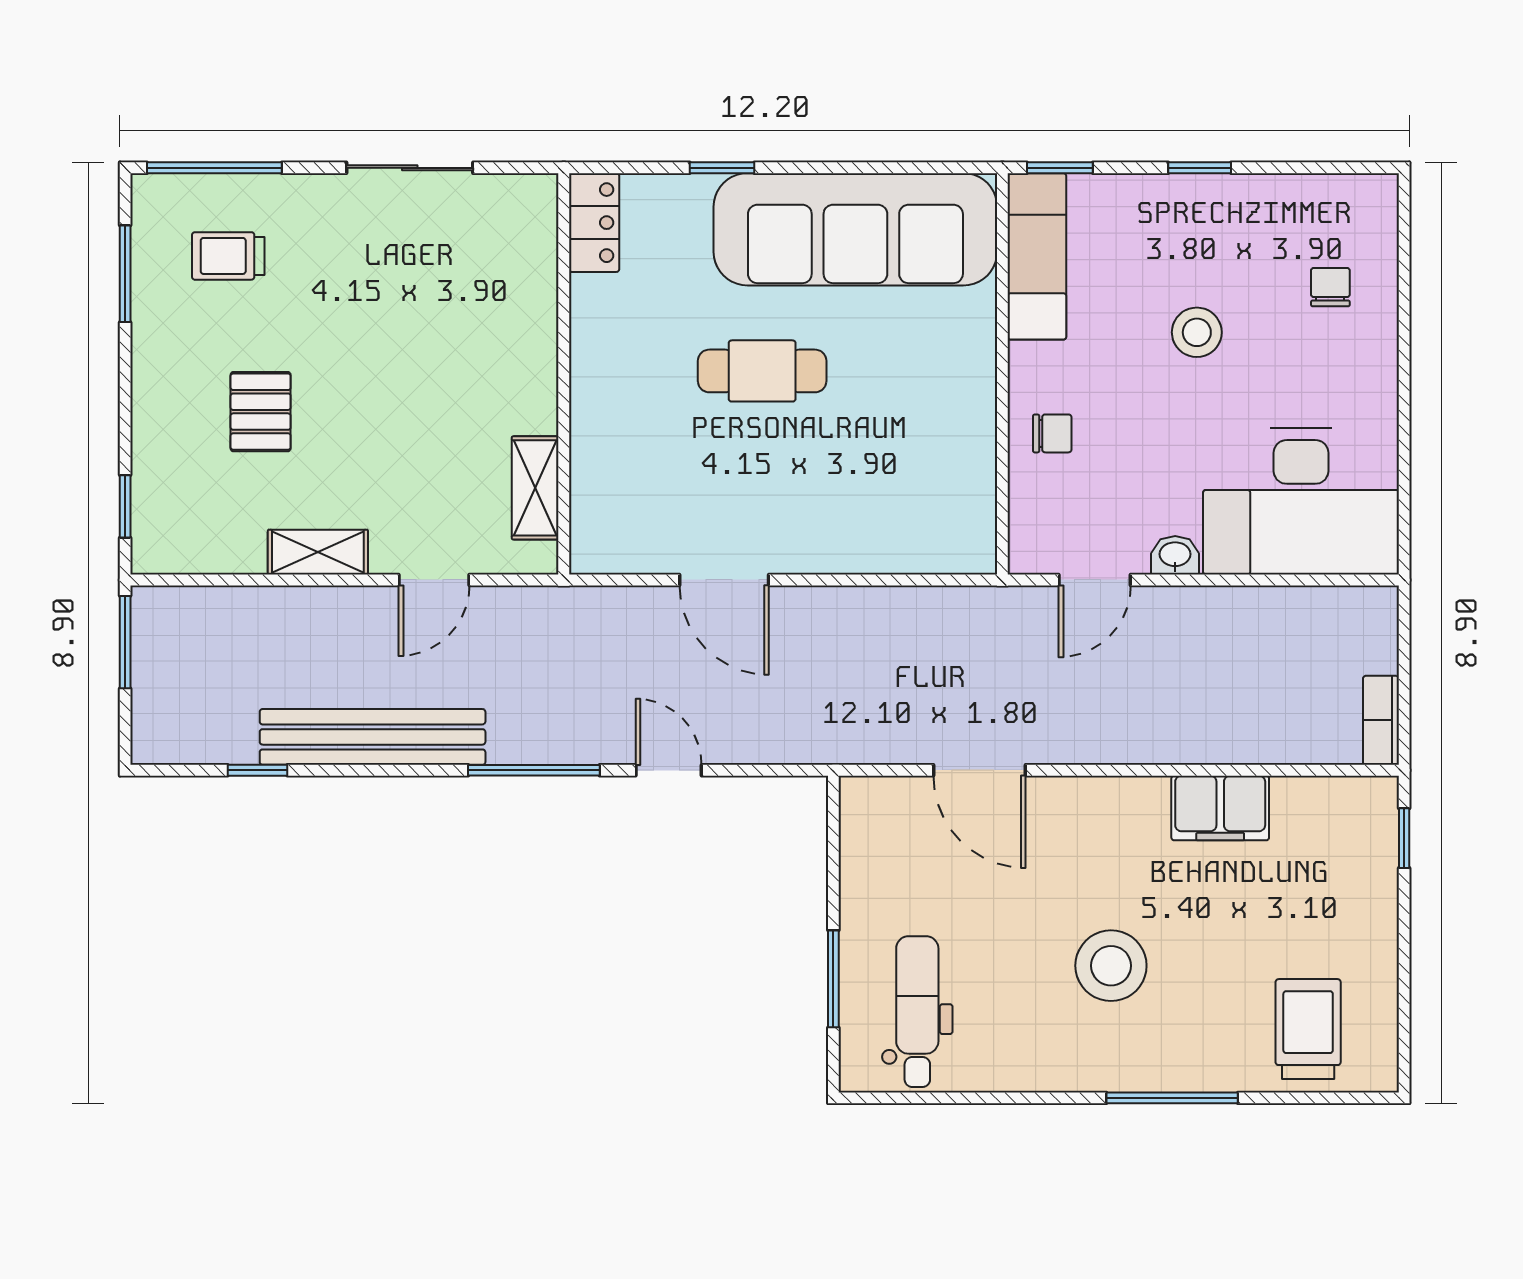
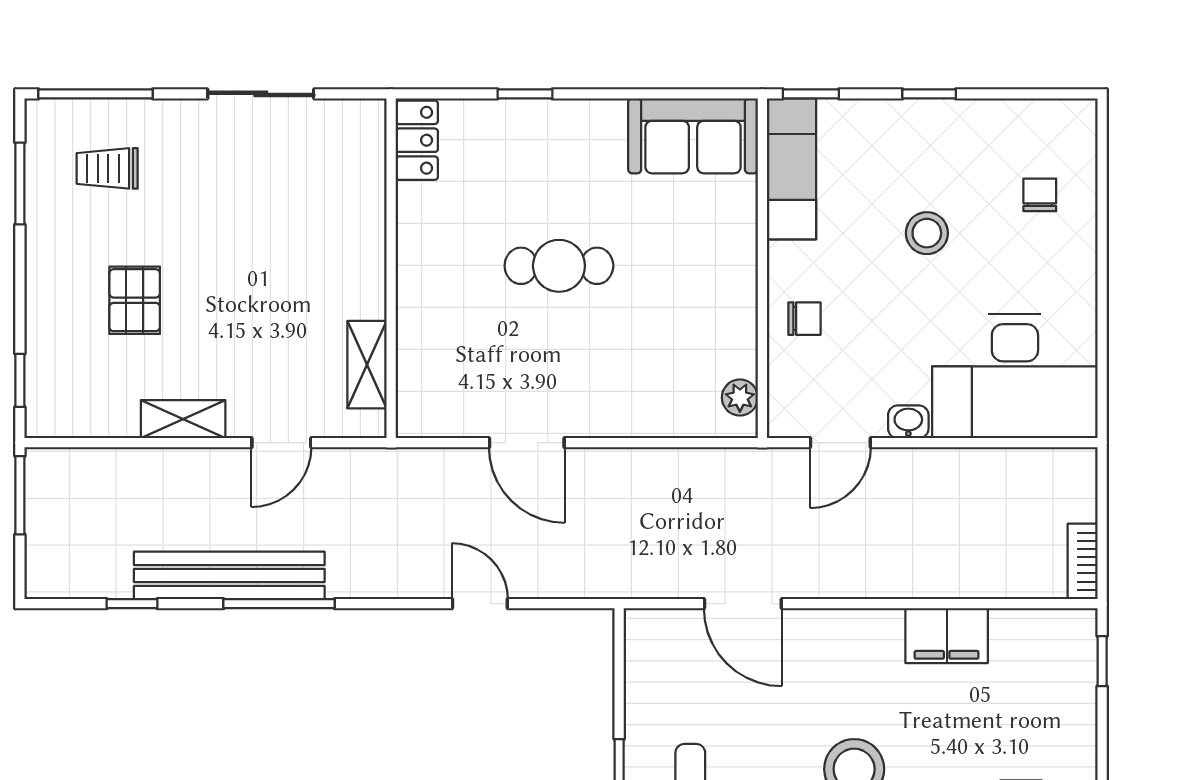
sofa: (855, 229) -> (693, 136), width x0.54, depth x0.79
plant: (976, 527) -> (740, 398), added
window: (534, 770) -> (279, 604), moved

